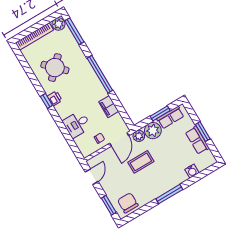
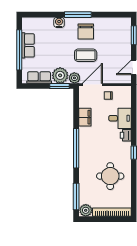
round table: (55, 68) -> (110, 176), turned 45
printer: (55, 98) -> (126, 135), moved
window: (160, 113) -> (59, 86), moved
window: (203, 132) -> (19, 50), width x2.11
water cooler: (192, 171) -> (59, 22), moved
chair: (128, 203) -> (86, 32), moved

